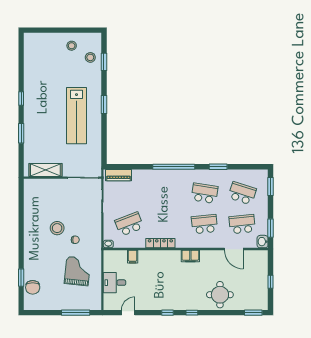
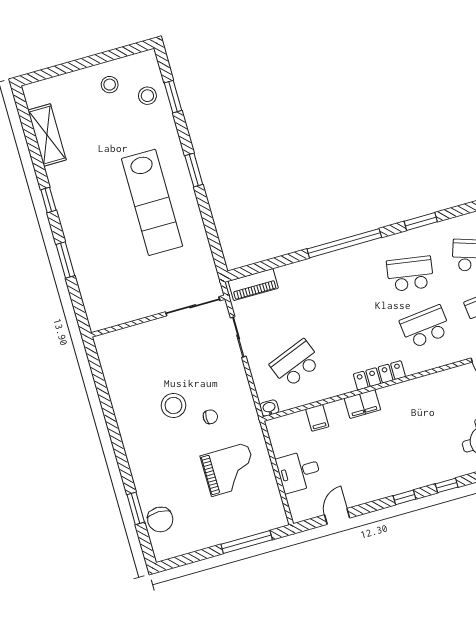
shelving: (45, 170) -> (47, 135), moved, turned 90
locker: (160, 243) -> (379, 375), moved
filing cabinet: (190, 256) -> (362, 404), moved
grand piano: (77, 271) -> (229, 470), turned 84

